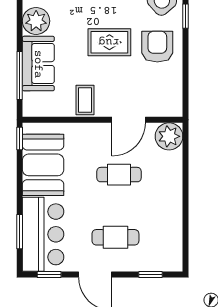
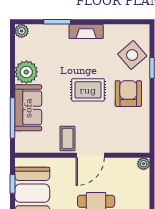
door: (129, 120) -> (90, 155), moved
plant: (169, 136) -> (144, 164), width x0.53, depth x0.53
window: (20, 139) -> (12, 184), moved

